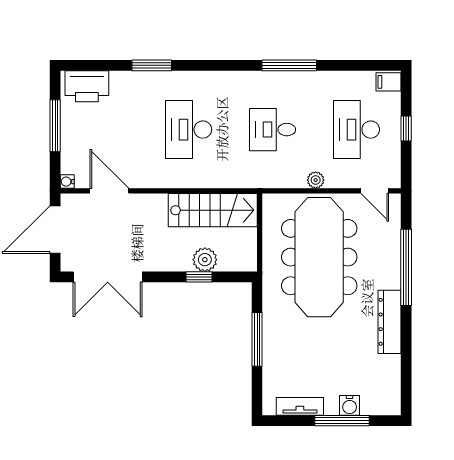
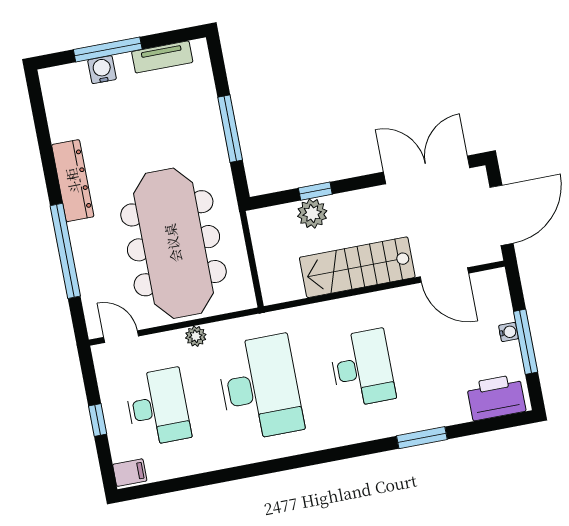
window: (289, 65) -> (254, 470), removed
desk: (273, 130) -> (260, 388), width x1.87, depth x1.30
water cooler: (67, 182) -> (508, 332), moved
stairs: (213, 210) -> (357, 267), moved

